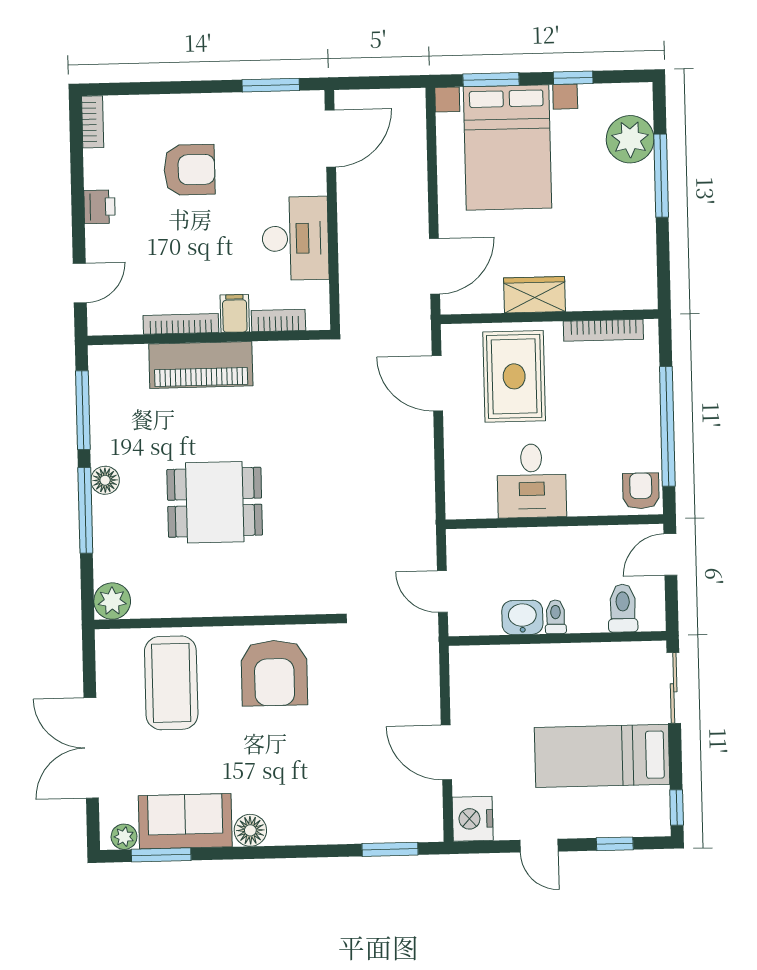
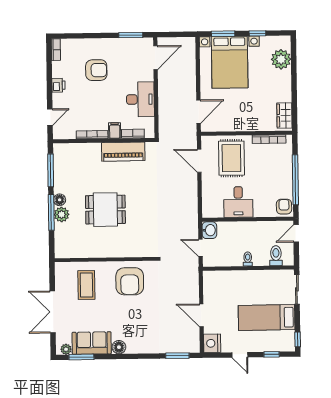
window: (661, 176) -> (294, 75), removed
wardrobe: (534, 295) -> (284, 115), moved, turned -90
piano: (201, 365) -> (123, 152), moved
plant: (112, 601) -> (62, 214), moved
washbasin: (522, 617) -> (209, 230), moved, turned 90
coffee table: (171, 683) -> (86, 285), width x0.73, depth x0.76

